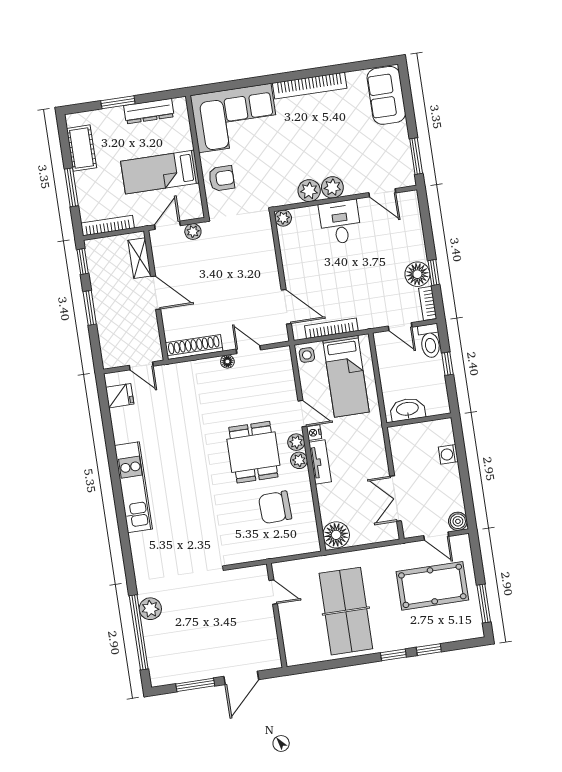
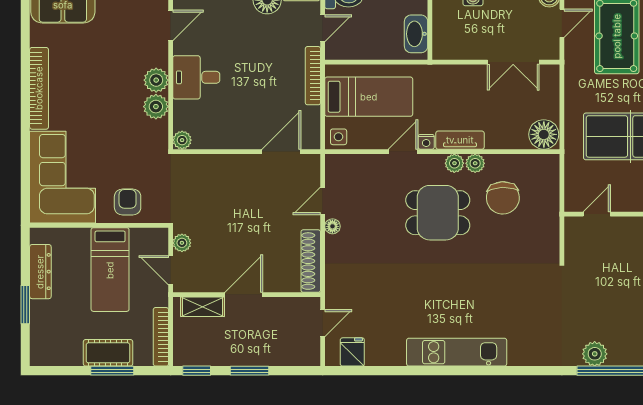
cot: (82, 148) -> (108, 353), moved
bookcase: (331, 328) -> (313, 76), moved
plant: (296, 442) -> (475, 163), moved

